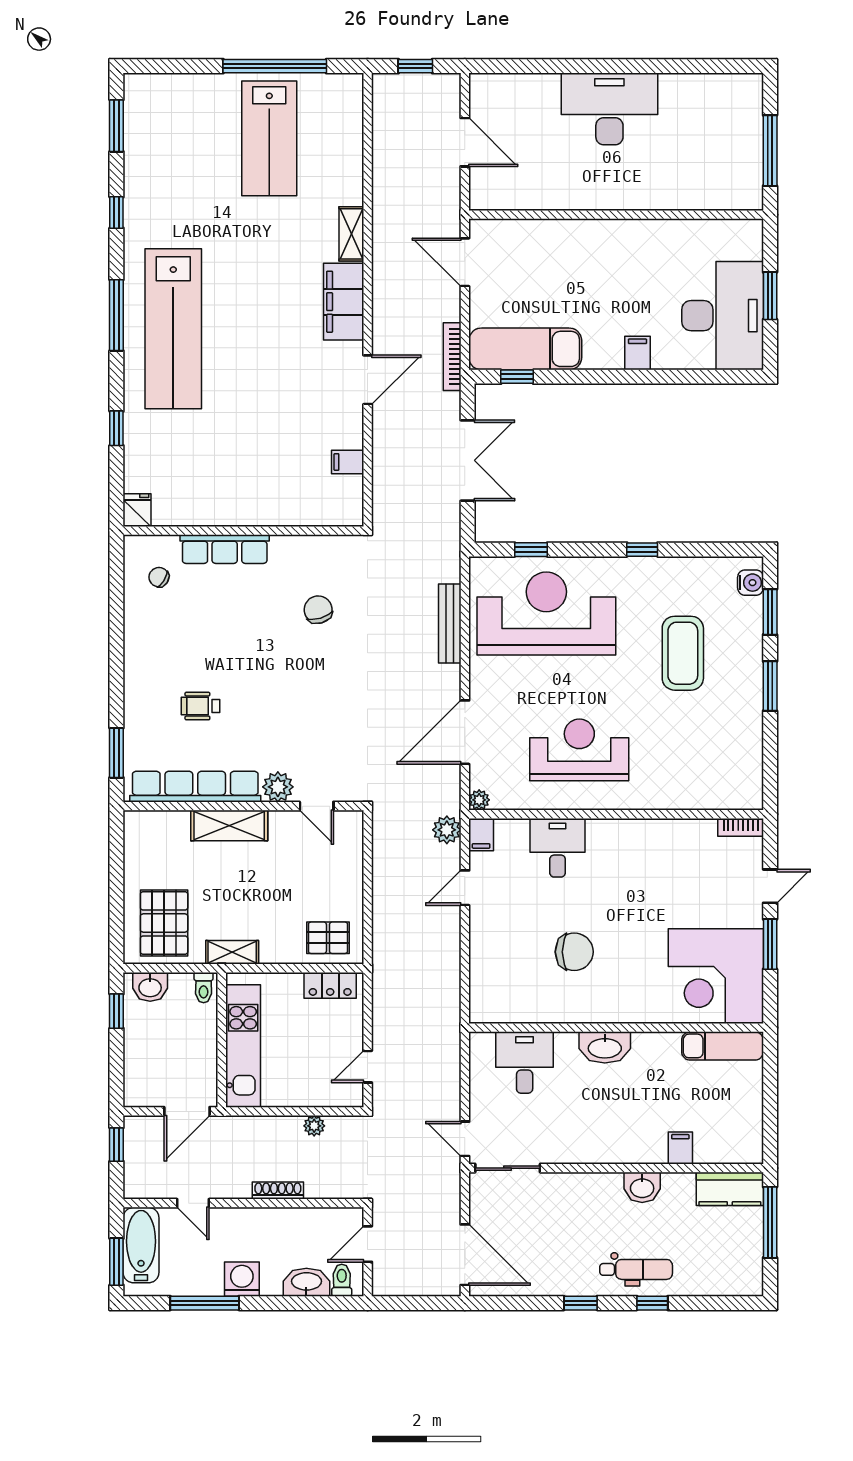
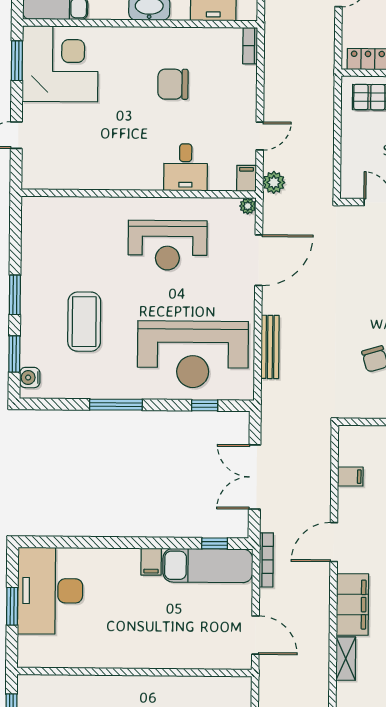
filing cabinet: (638, 353) -> (151, 562), moved
window: (642, 550) -> (116, 405), width x2.17
bookcase: (741, 827) -> (250, 46), moved, turned -90
window: (770, 944) -> (17, 61), moved

